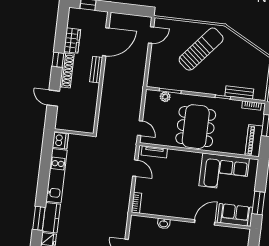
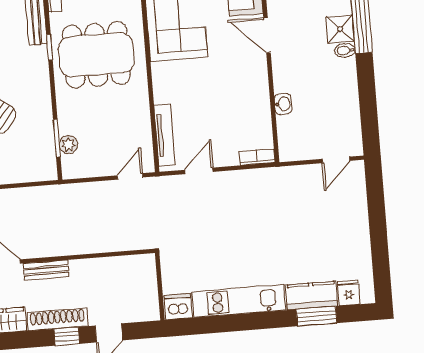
window: (58, 60) -> (67, 336), moved
dining table: (196, 127) -> (96, 55), moved
tv unit: (154, 152) -> (165, 135), width x1.41

